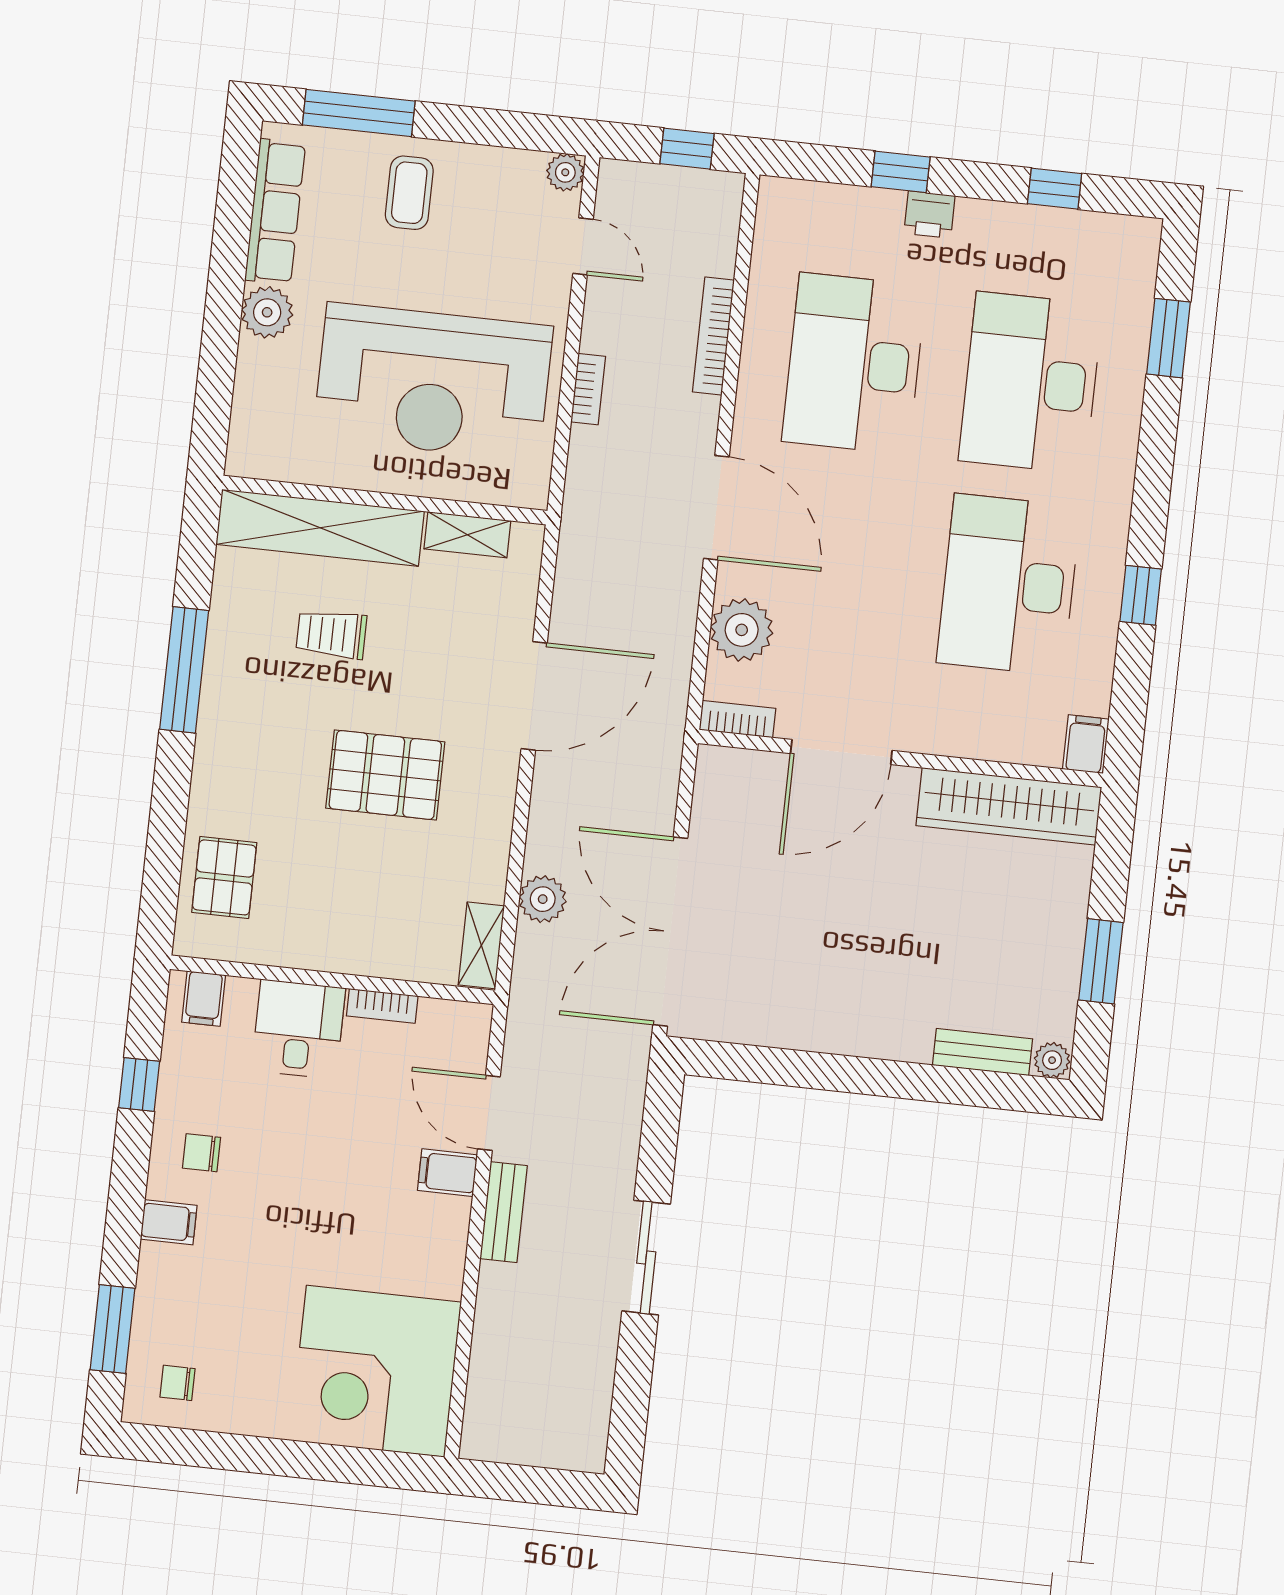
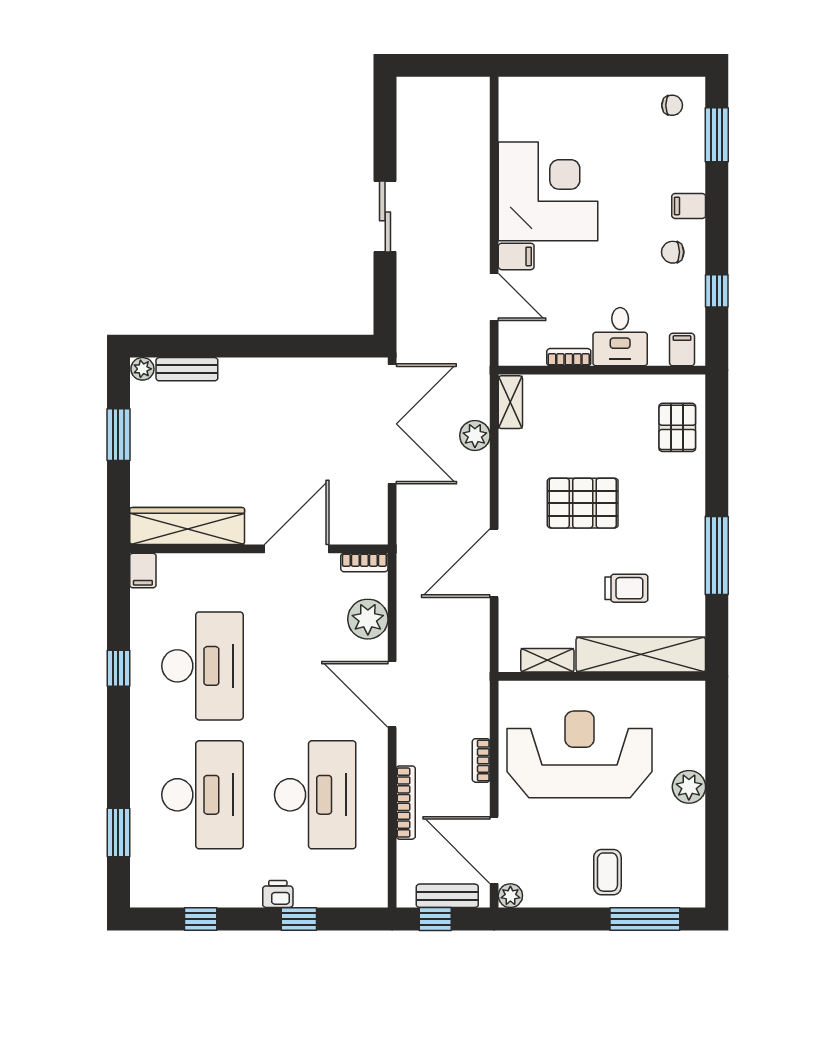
row of seats: (275, 212) -> (691, 851), removed
door: (583, 246) -> (494, 850), width x1.88
chair: (202, 1153) -> (673, 252), turned 180
bench: (504, 1212) -> (447, 896), moved, turned 90
corner desk: (376, 1371) -> (548, 191), moved

